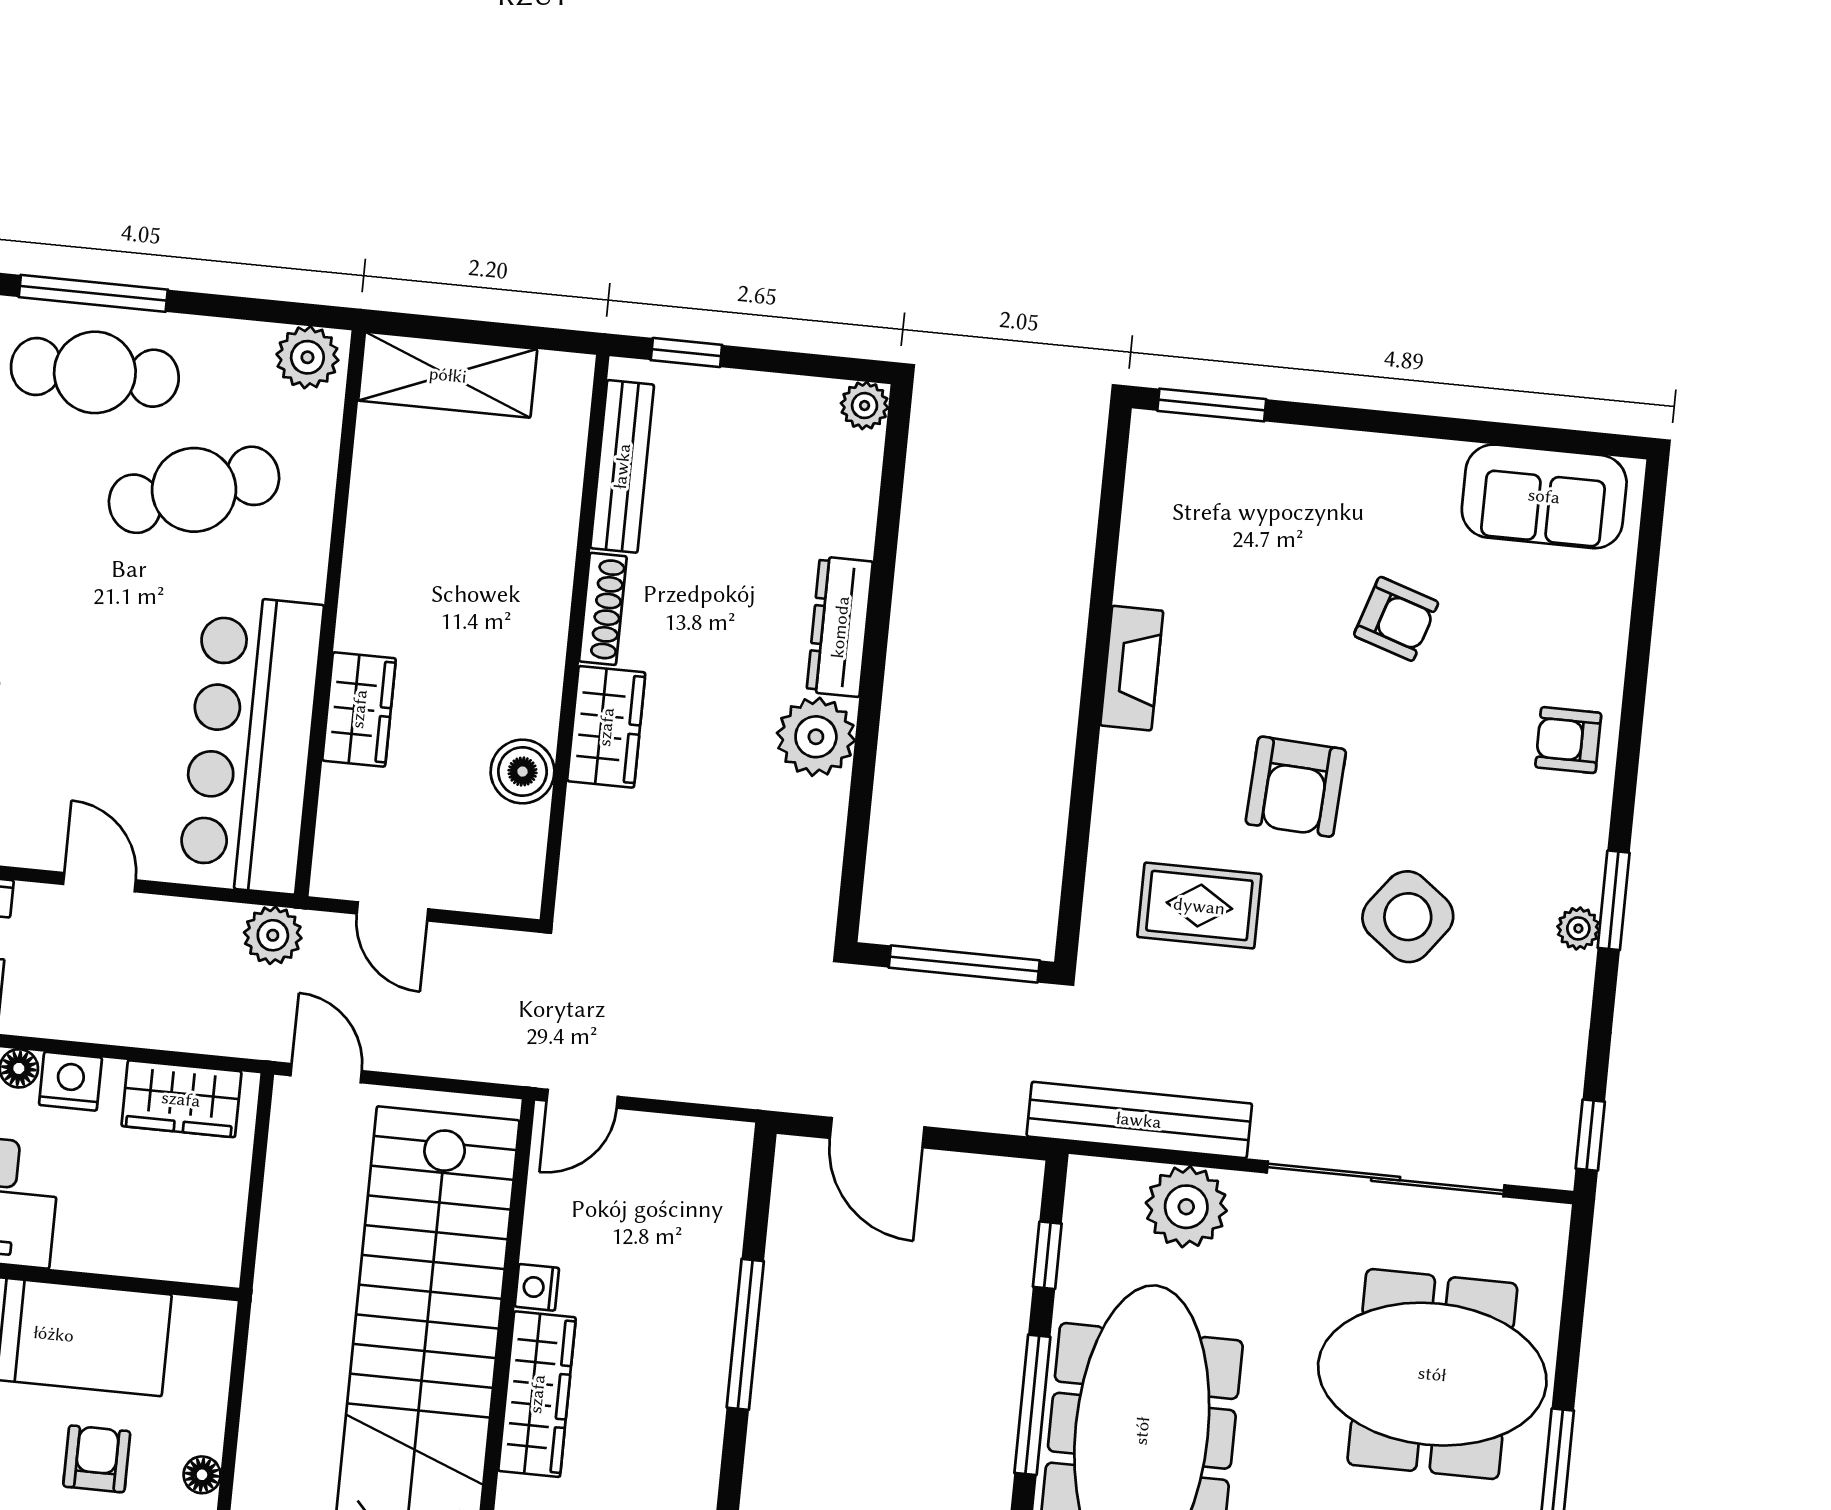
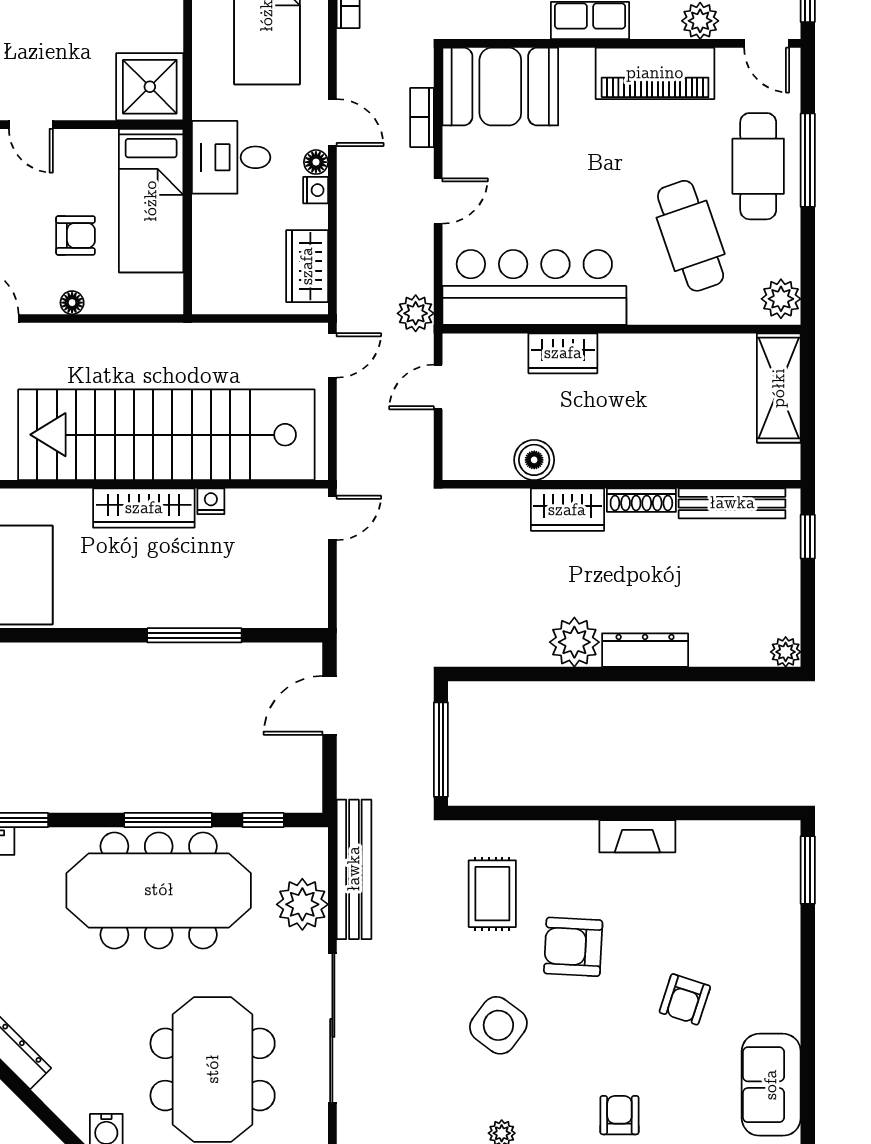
nightstand: (70, 1081) -> (316, 190), width x0.72, depth x0.74
door: (582, 1099) -> (332, 518), swing flipped

